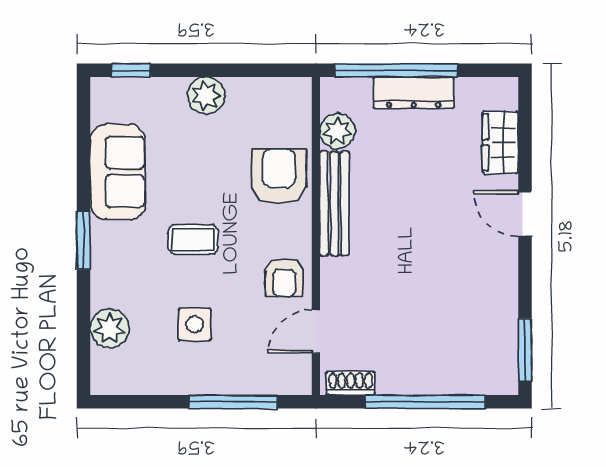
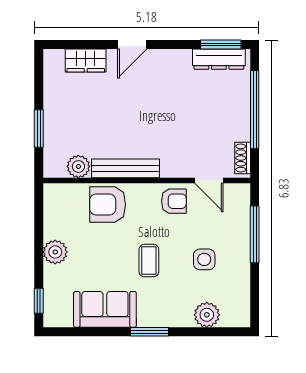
window: (396, 70) -> (39, 128), width x0.47
dresser: (414, 93) -> (219, 59), moved, turned 90

